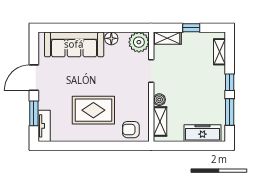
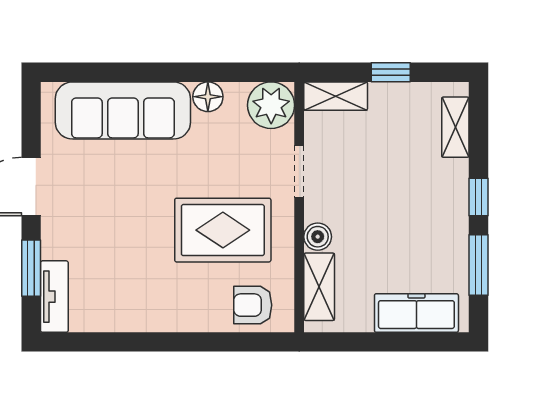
rug: (93, 110) -> (223, 230), moved

